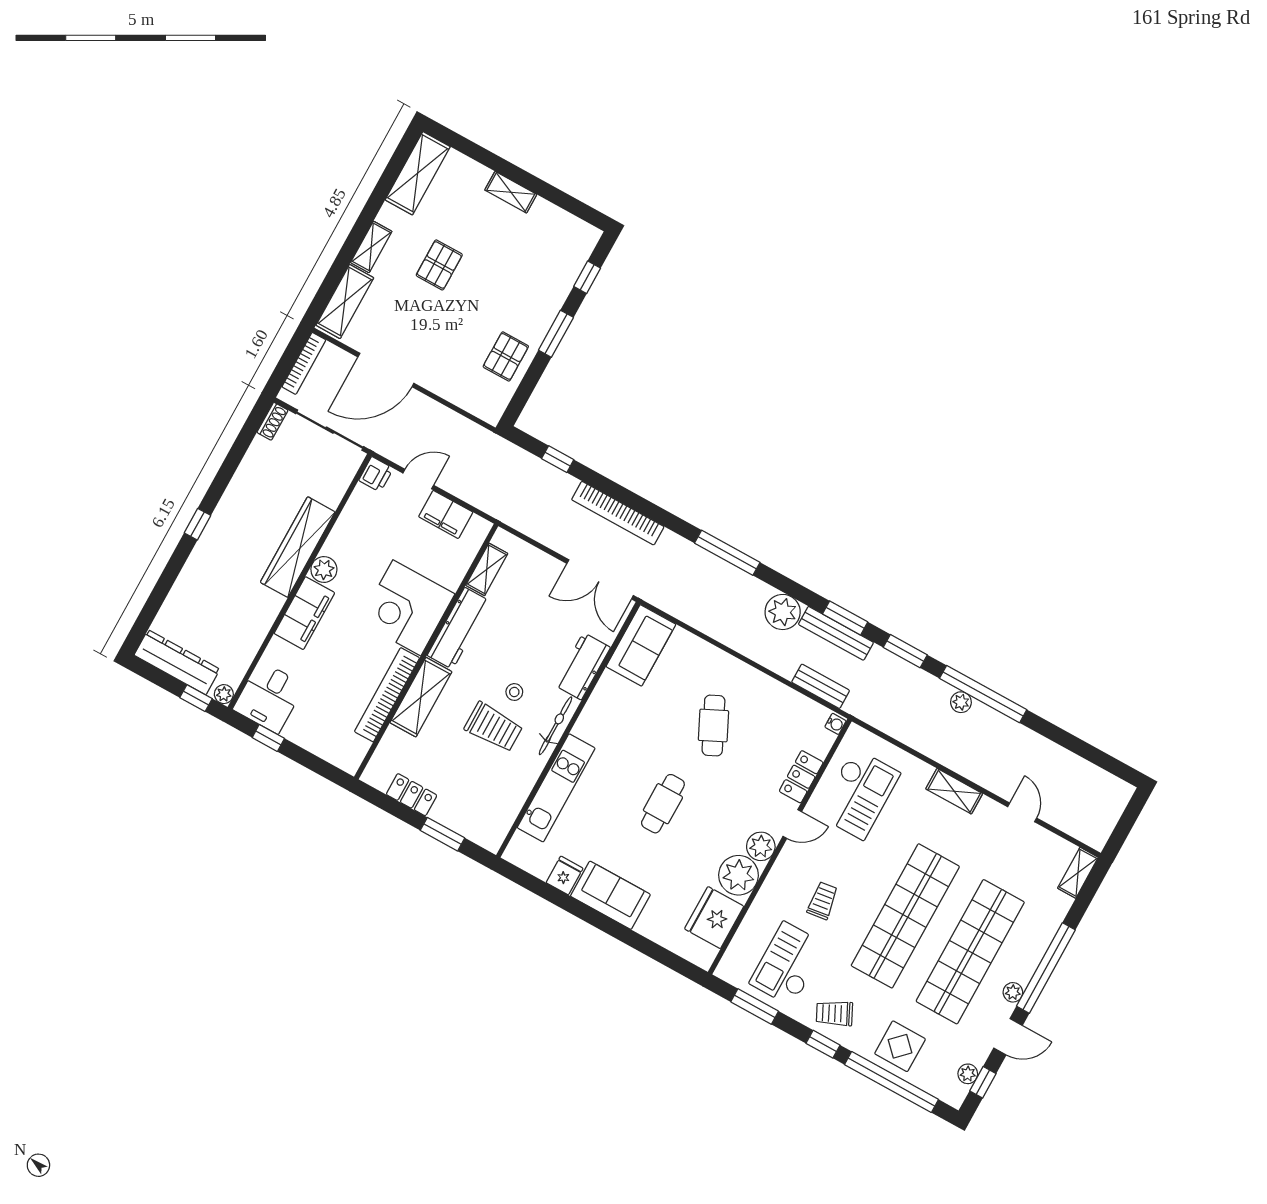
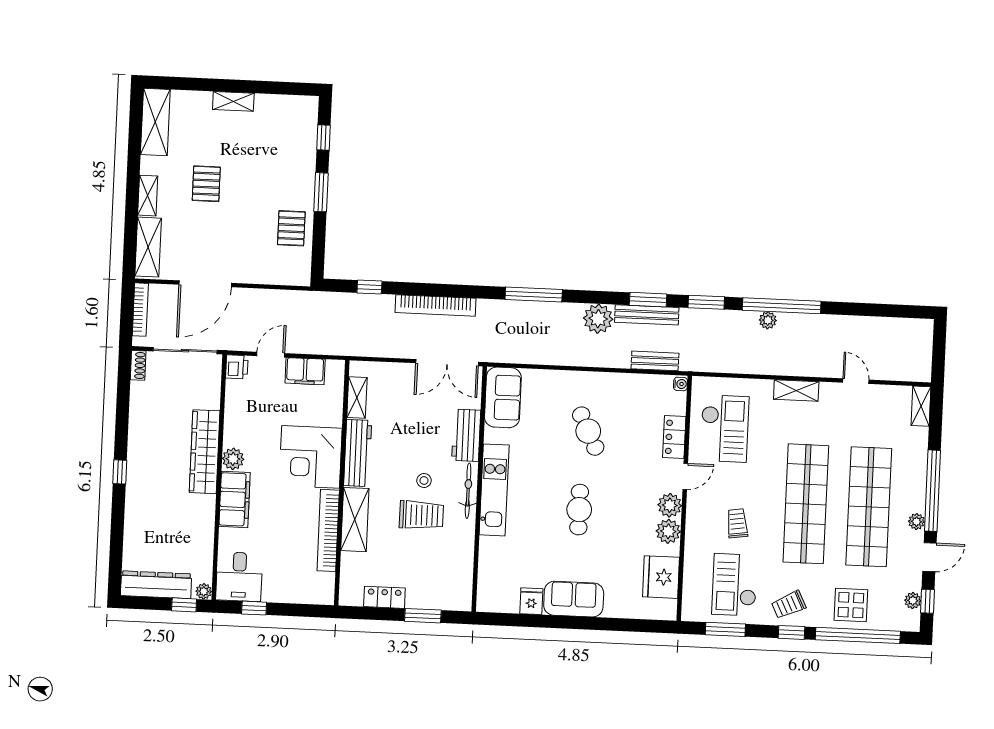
kitchen unit: (556, 788) -> (494, 490), moved
plant: (739, 875) -> (668, 531), width x0.73, depth x0.73

